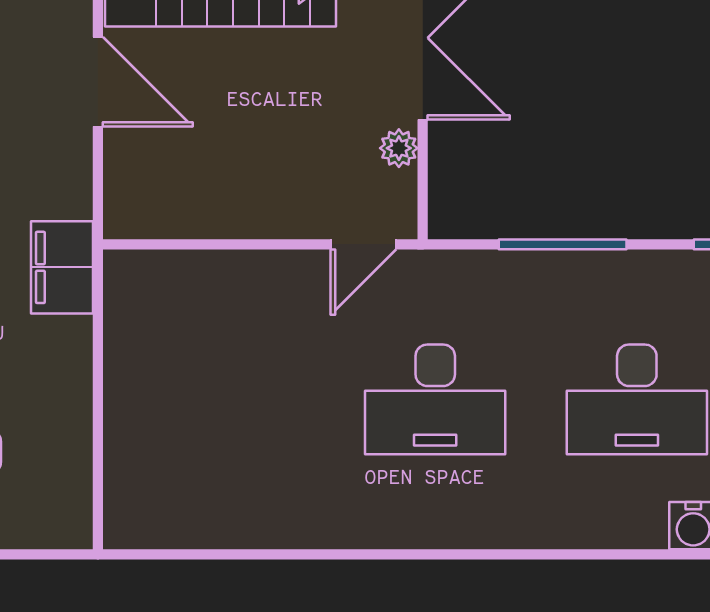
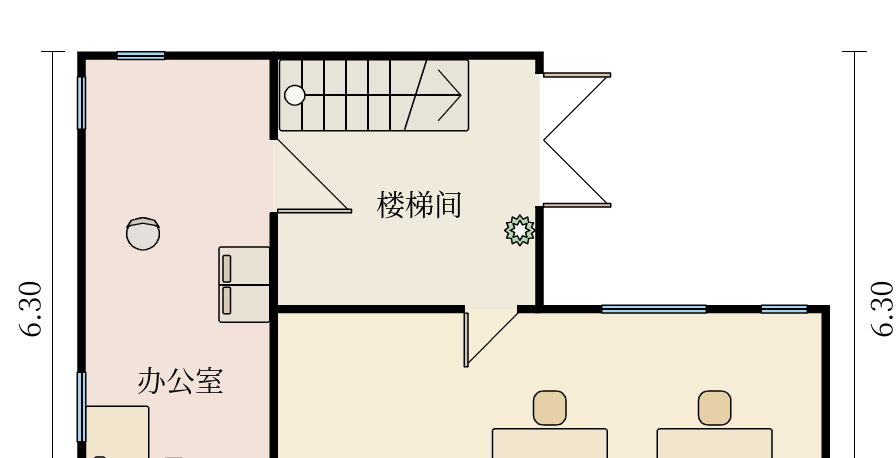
filing cabinet: (62, 267) -> (244, 285), moved

